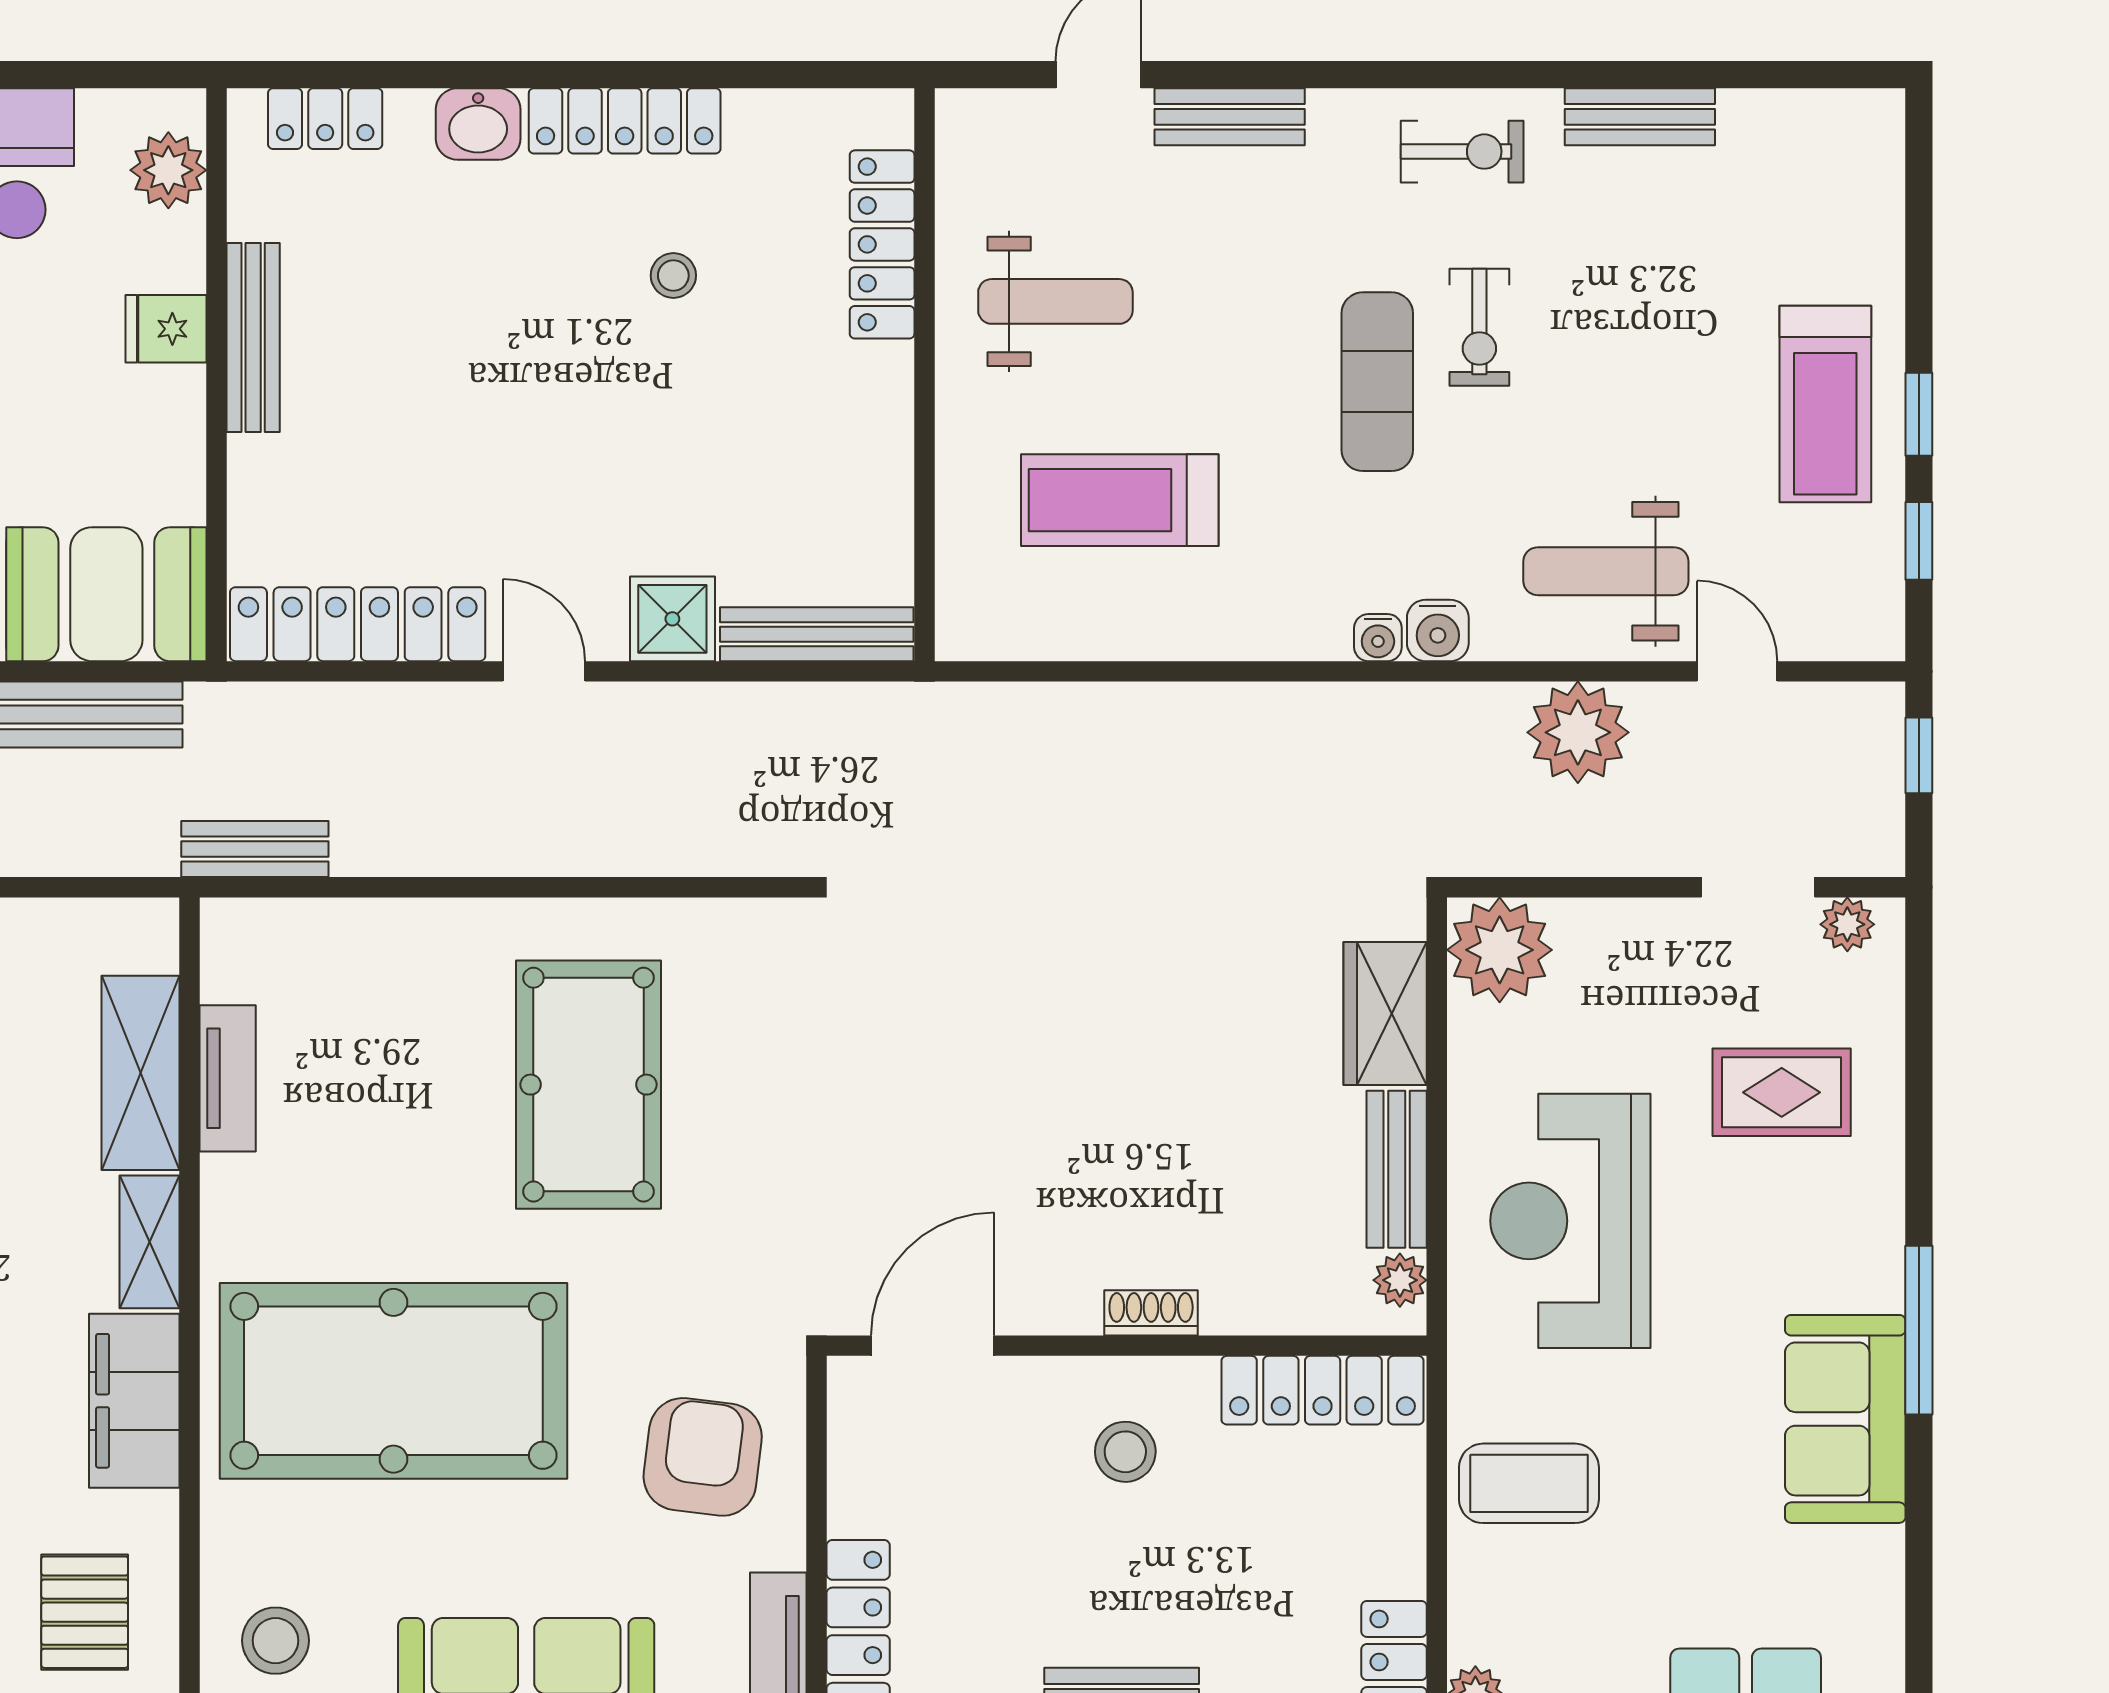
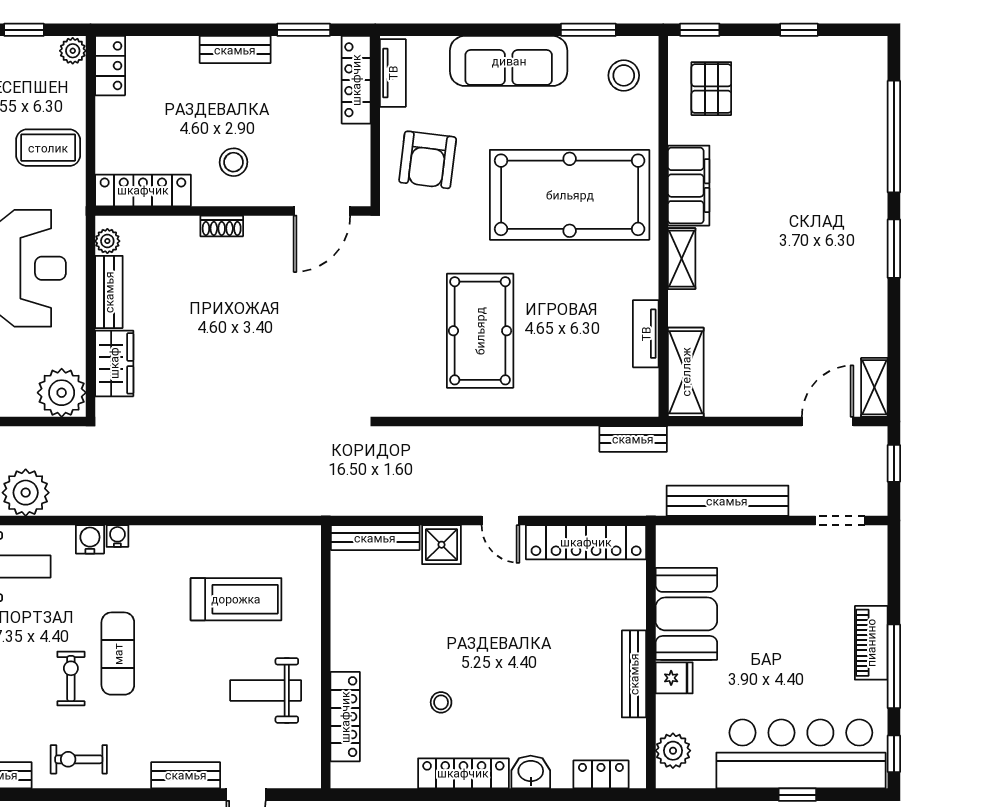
booth: (106, 594) -> (686, 614), moved, turned 90
shelving: (141, 1073) -> (686, 372), moved

